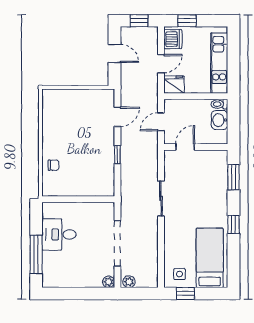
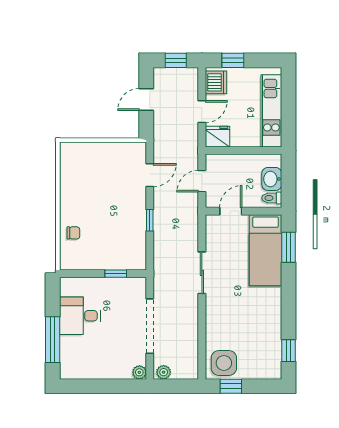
door: (115, 53) -> (146, 99), swing flipped
toilet: (219, 104) -> (272, 198), moved
window: (89, 199) -> (116, 274), added
window: (233, 224) -> (288, 351), moved
bed: (210, 258) -> (266, 250), moved, turned 180
side table: (179, 274) -> (224, 363), width x1.87, depth x1.87

